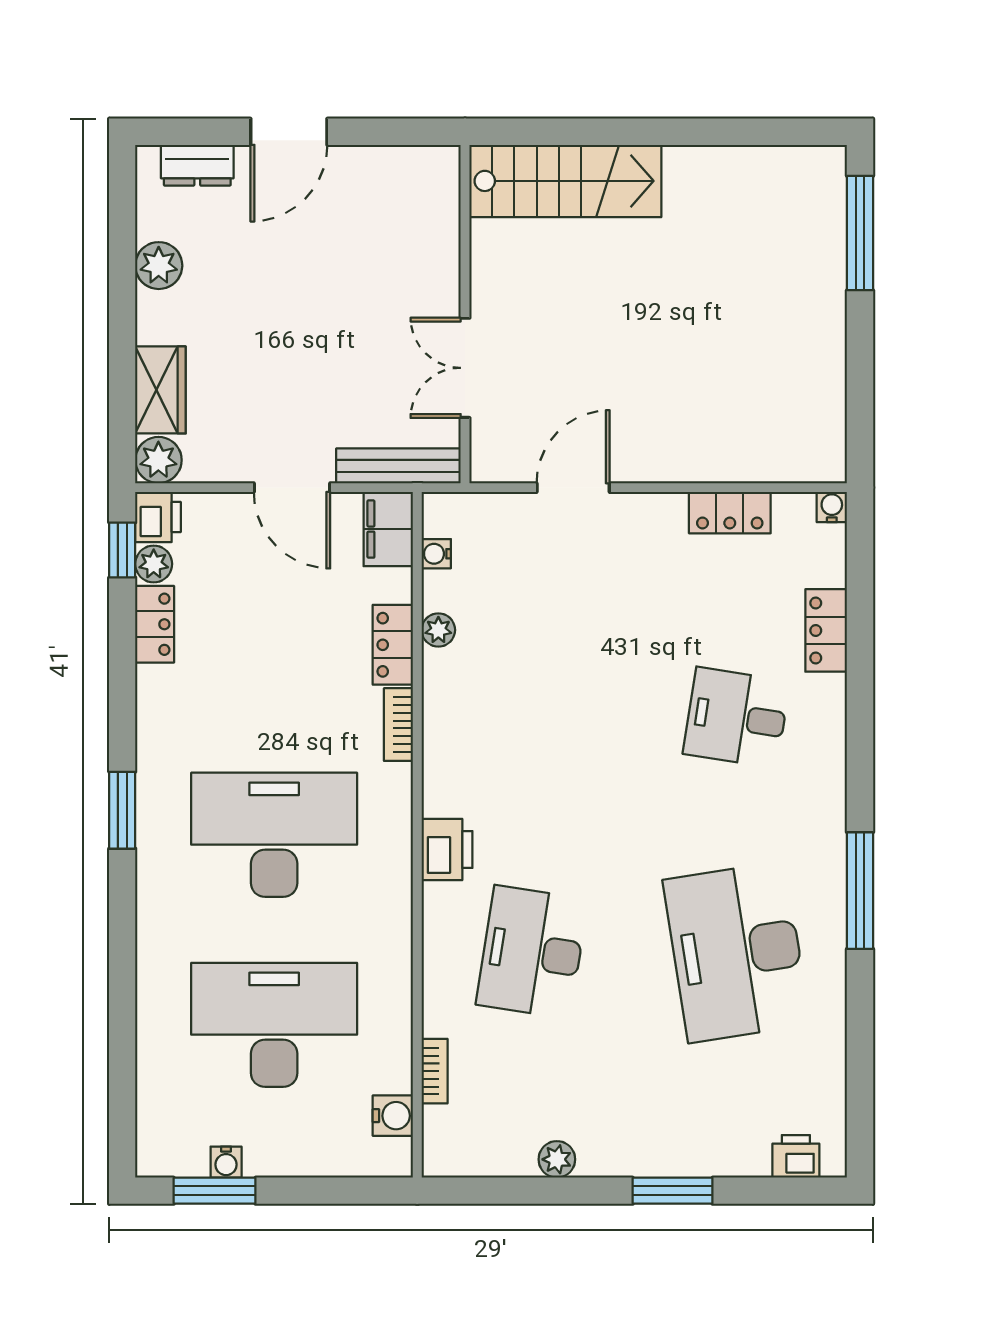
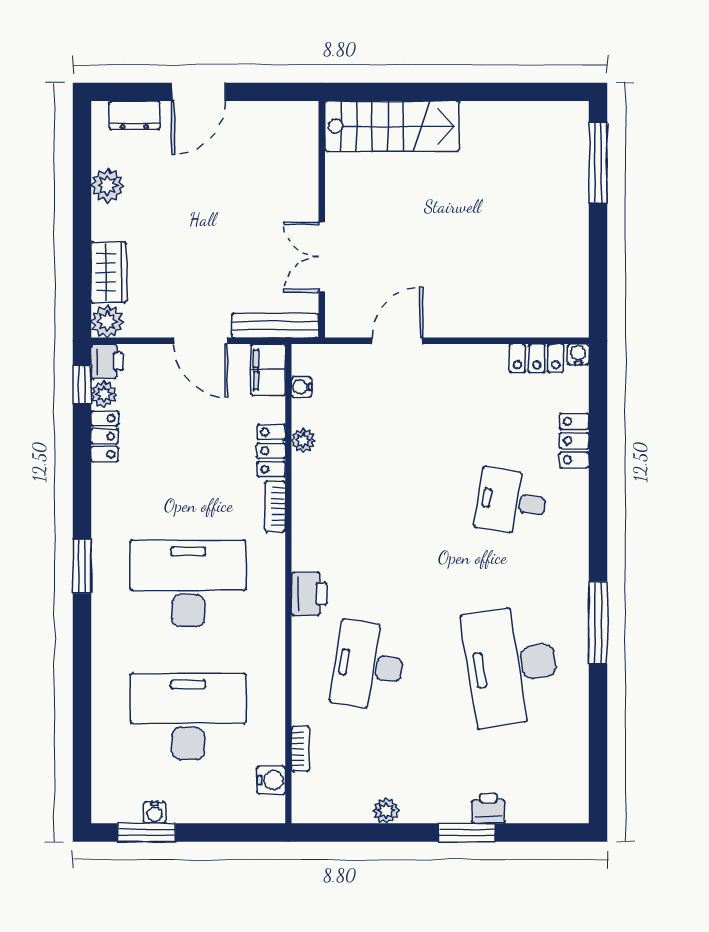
locker: (730, 513) -> (537, 358), moved
printer: (796, 1156) -> (488, 808), moved

